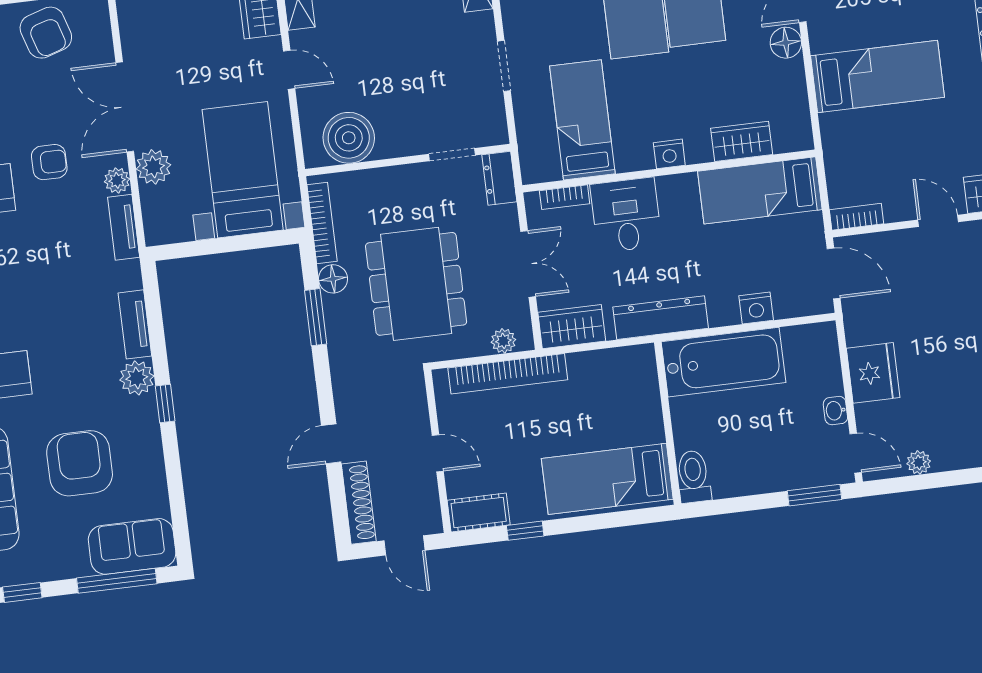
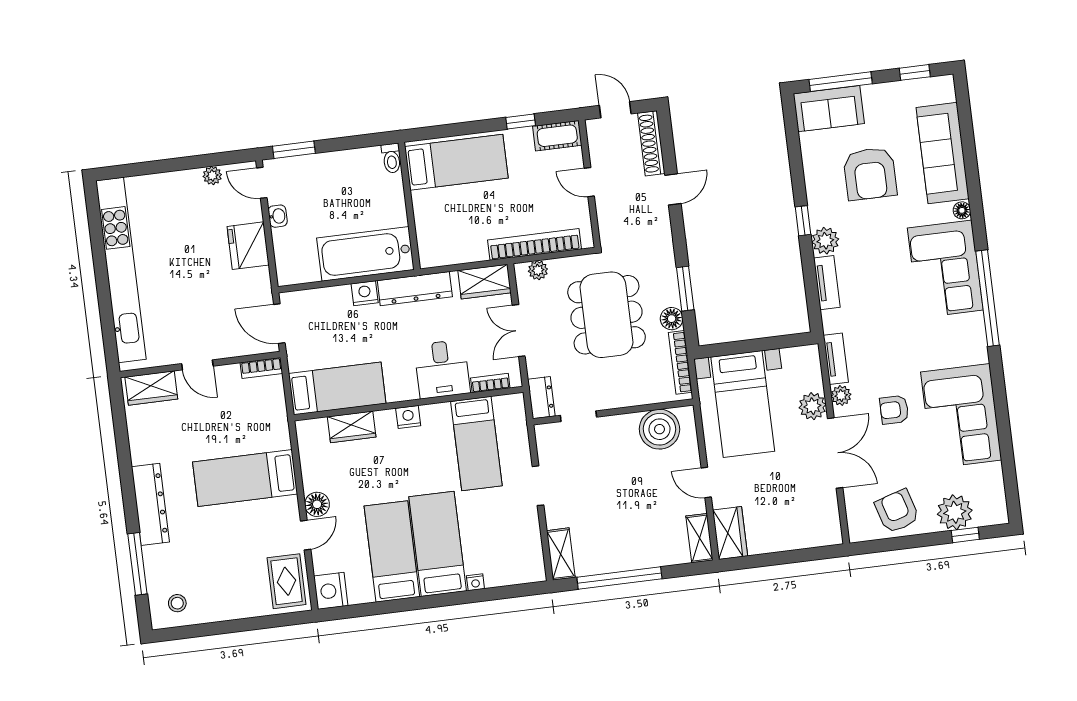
nightstand: (756, 308) -> (365, 293), moved
toilet: (693, 476) -> (391, 158), width x0.73, depth x0.72

